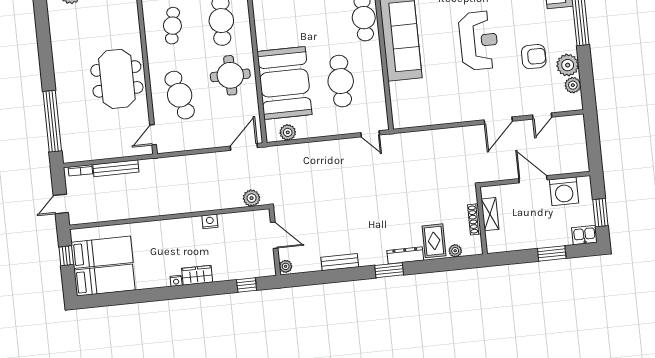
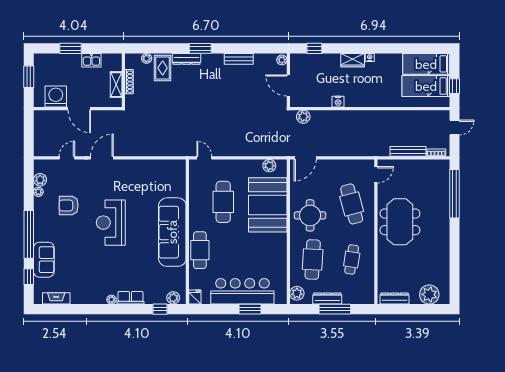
plant: (568, 65) -> (38, 192), width x0.53, depth x0.53
kitchen sink: (584, 235) -> (91, 60), moved

